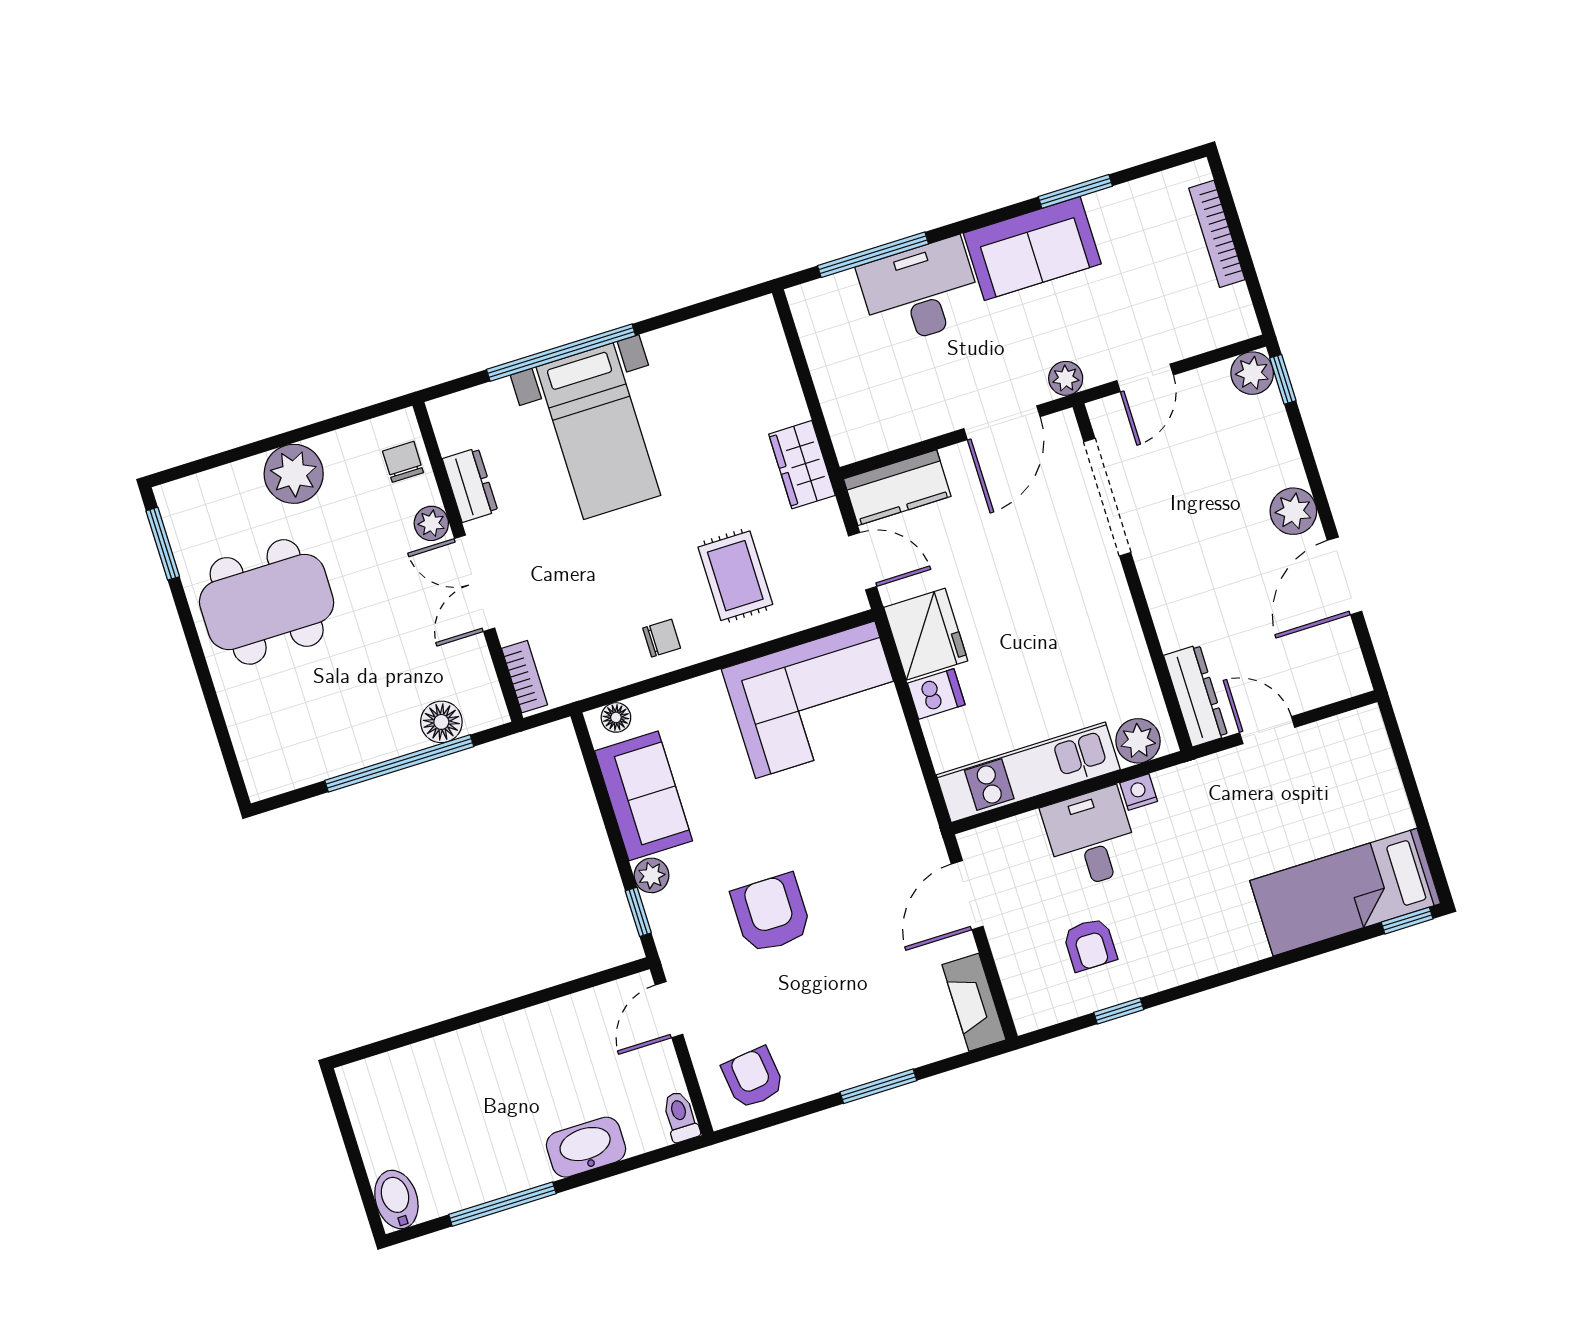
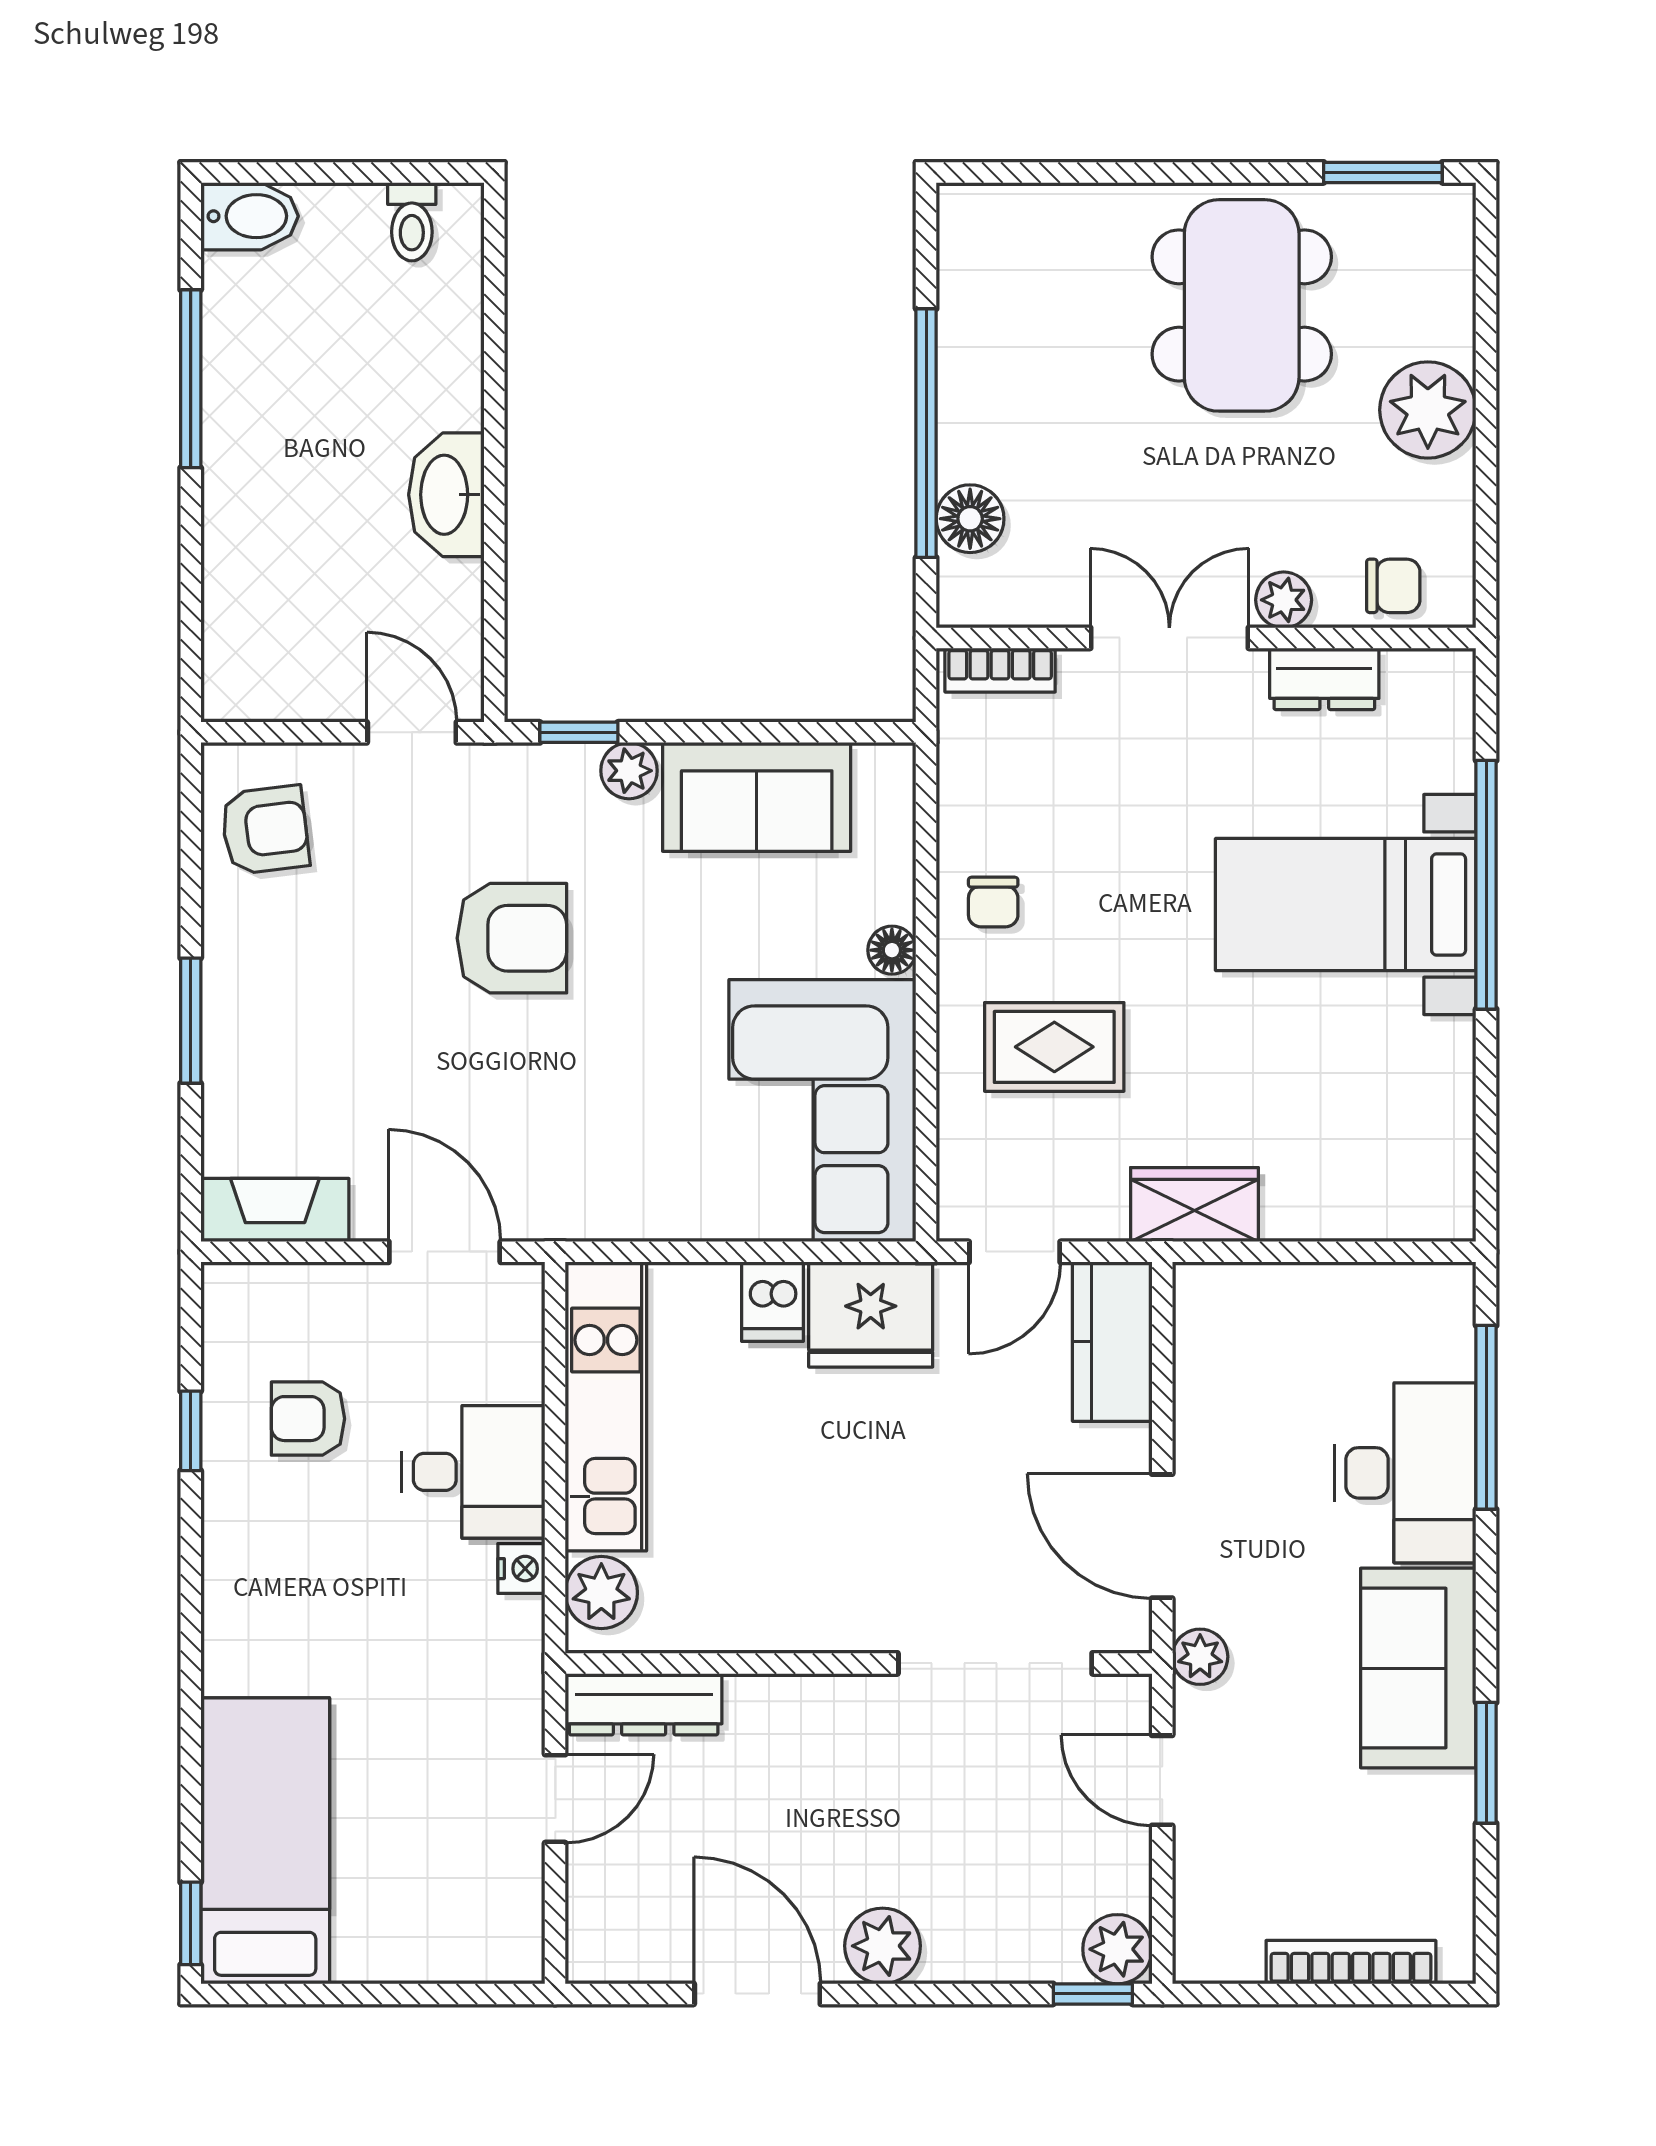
floor lamp: (616, 717) -> (892, 950), moved
toilet: (680, 1117) -> (412, 222), moved, turned 90
washbasin: (586, 1147) -> (446, 495), moved, turned 180

